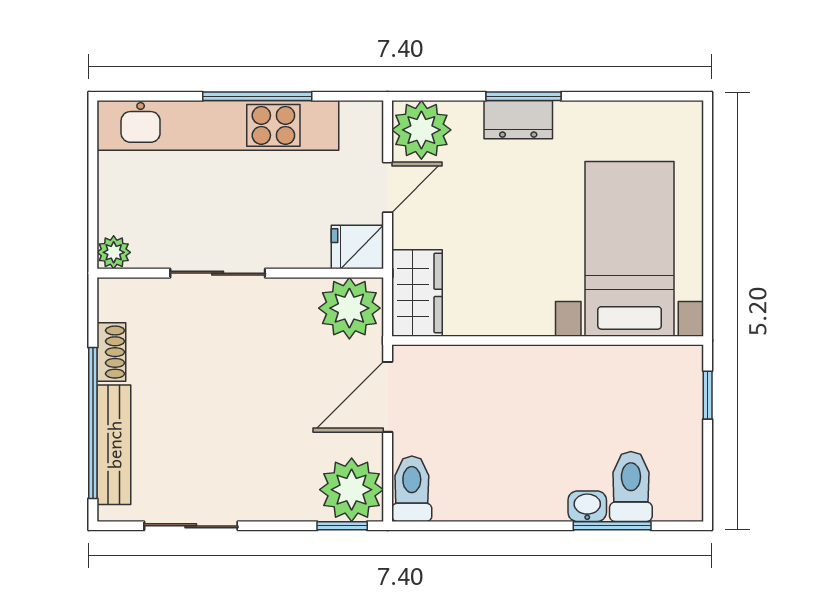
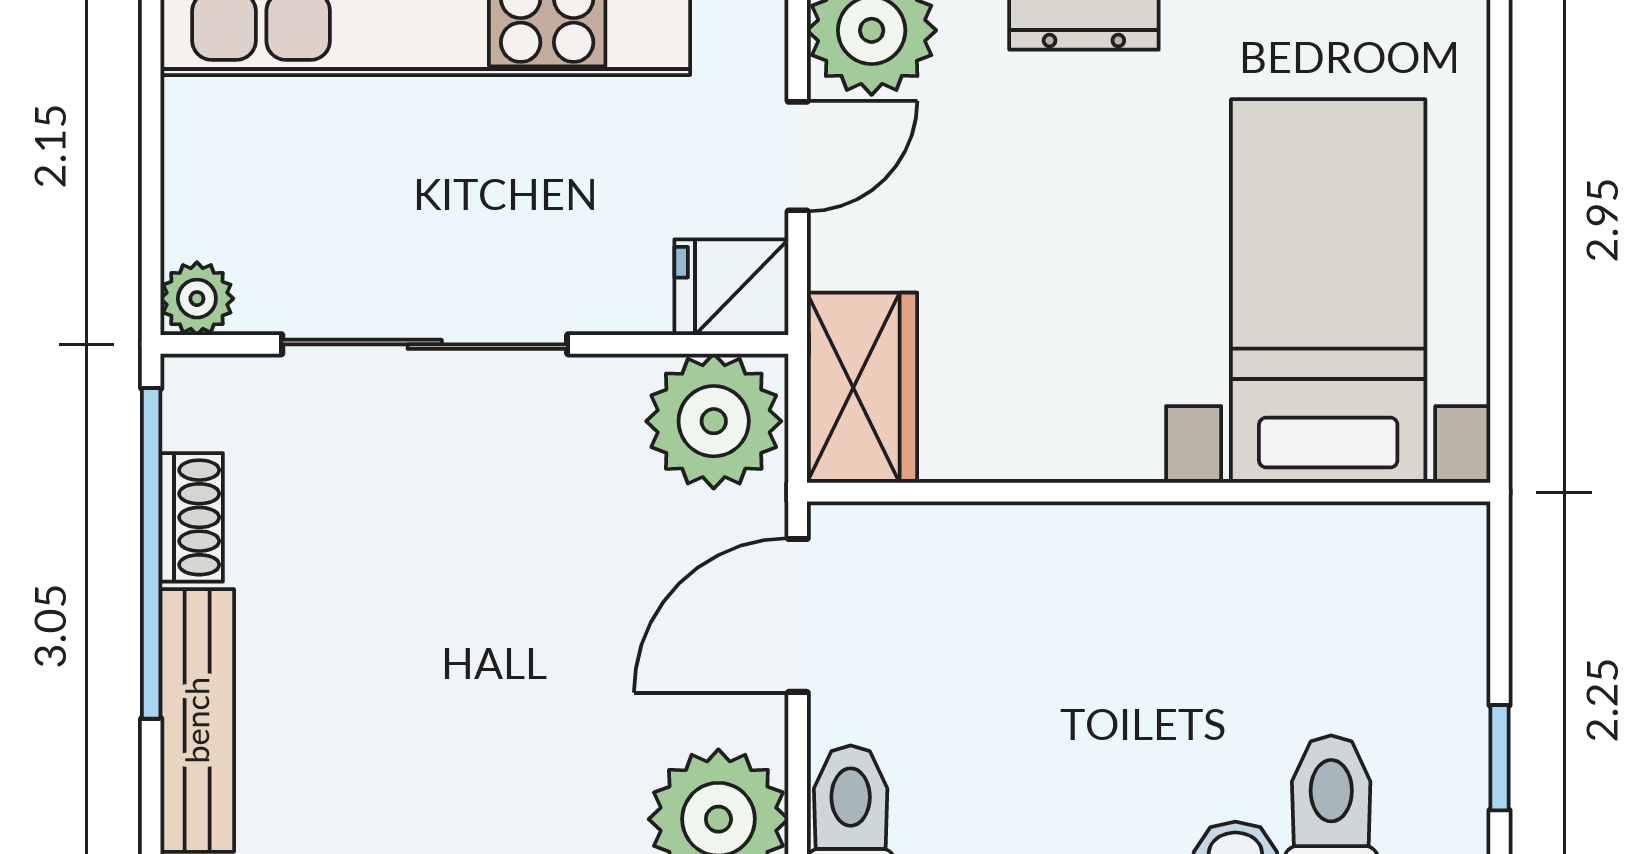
sliding door: (218, 273) -> (425, 344), width x1.37
window: (708, 395) -> (1500, 758), moved
window: (93, 423) -> (151, 553), moved

